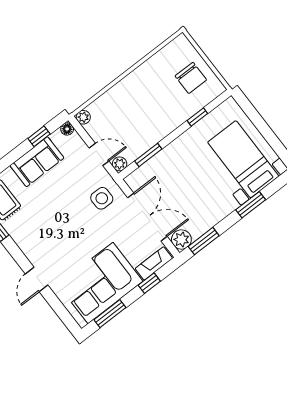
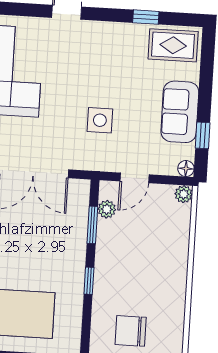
window: (197, 117) -> (89, 281), moved
plant: (120, 164) -> (107, 209), moved
side table: (102, 198) -> (100, 120), moved

